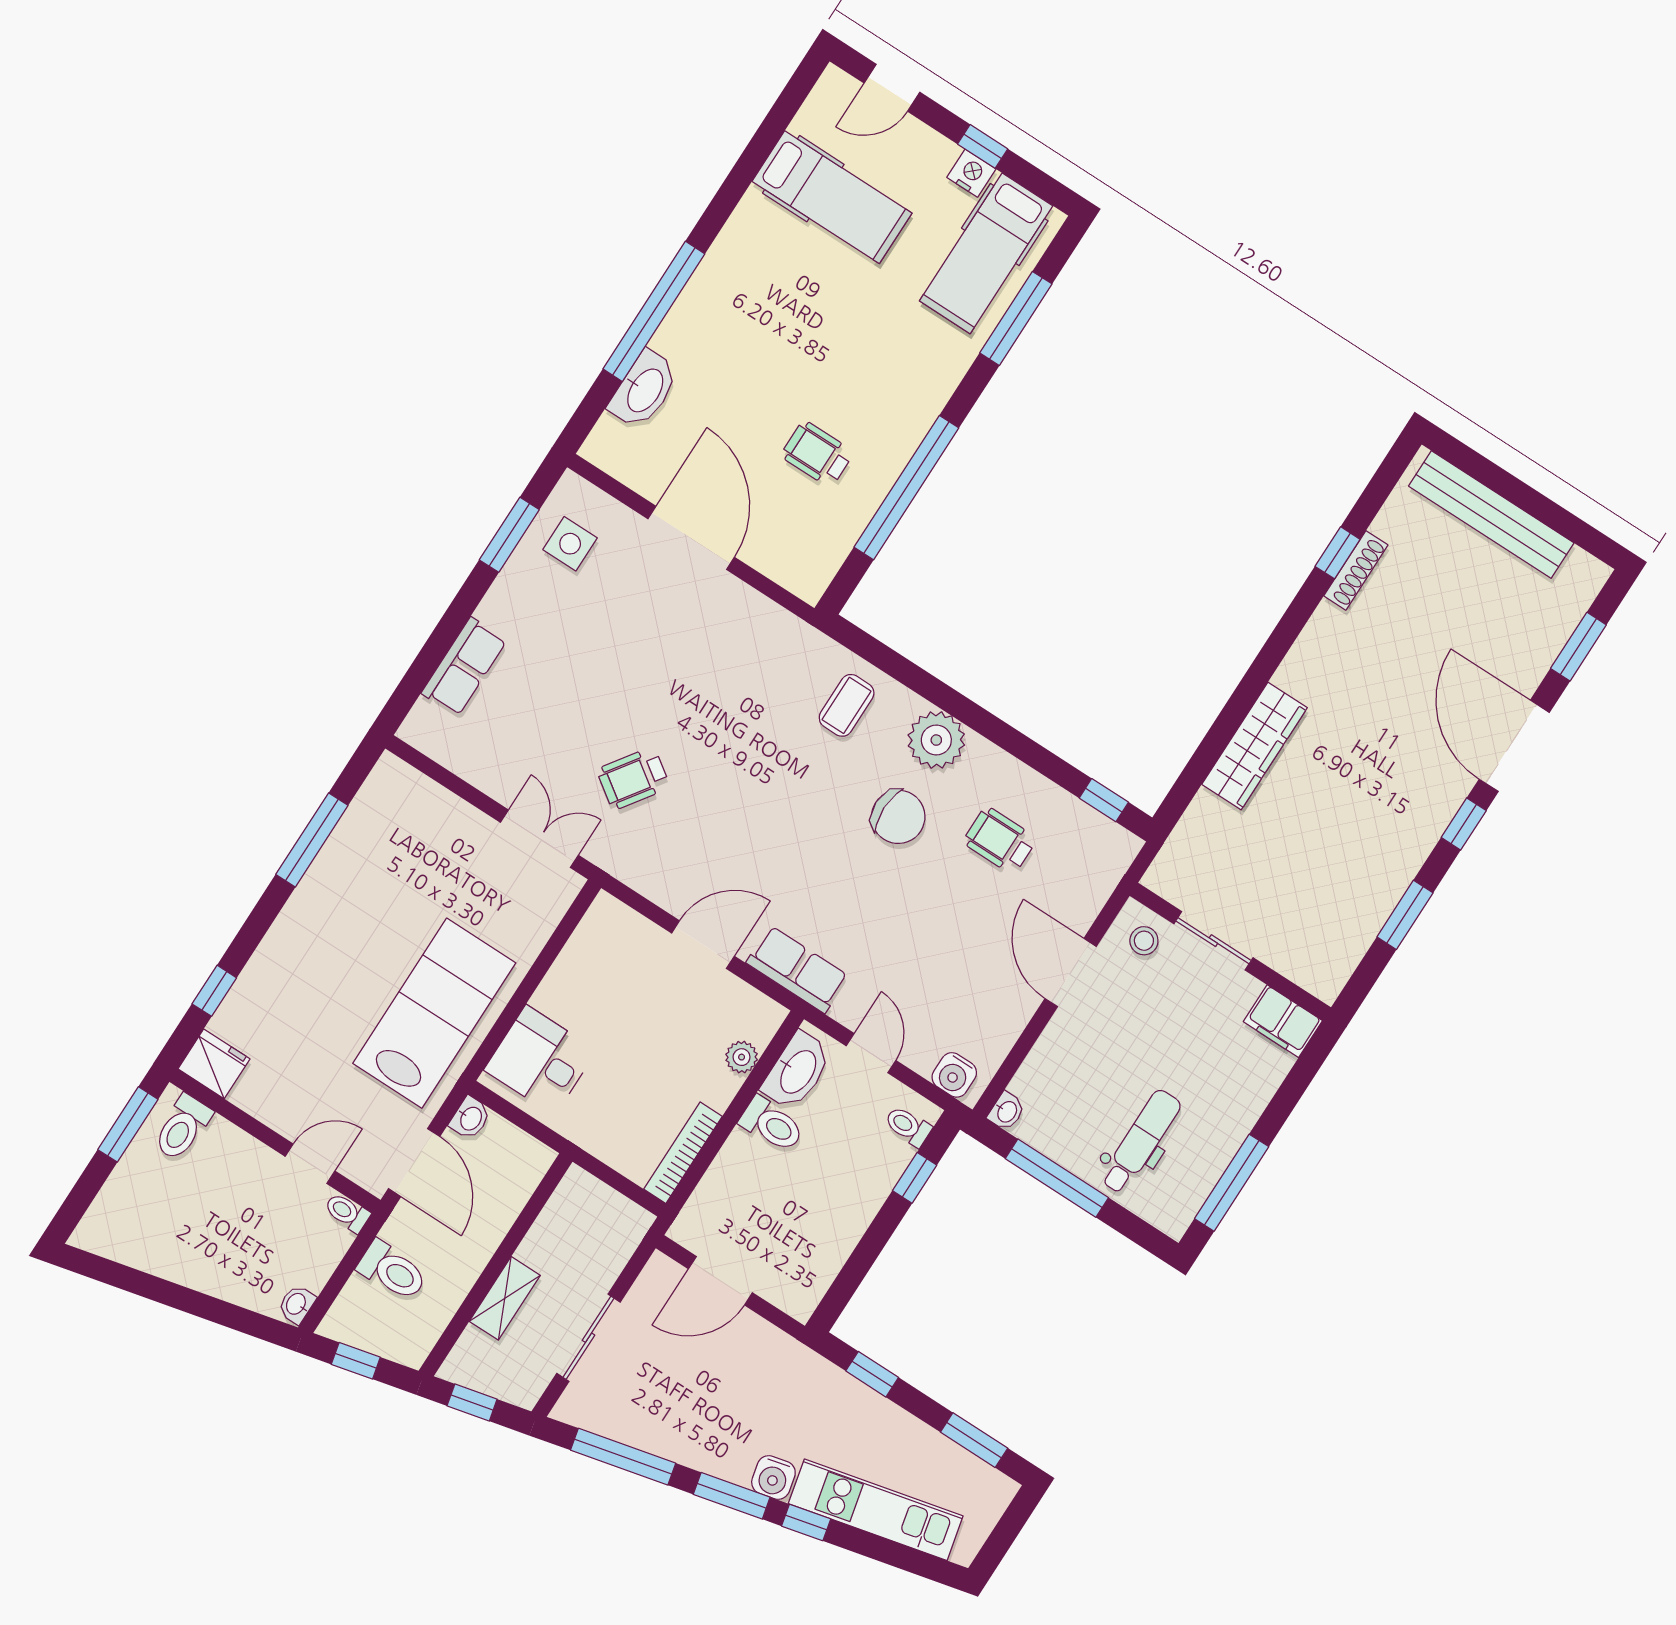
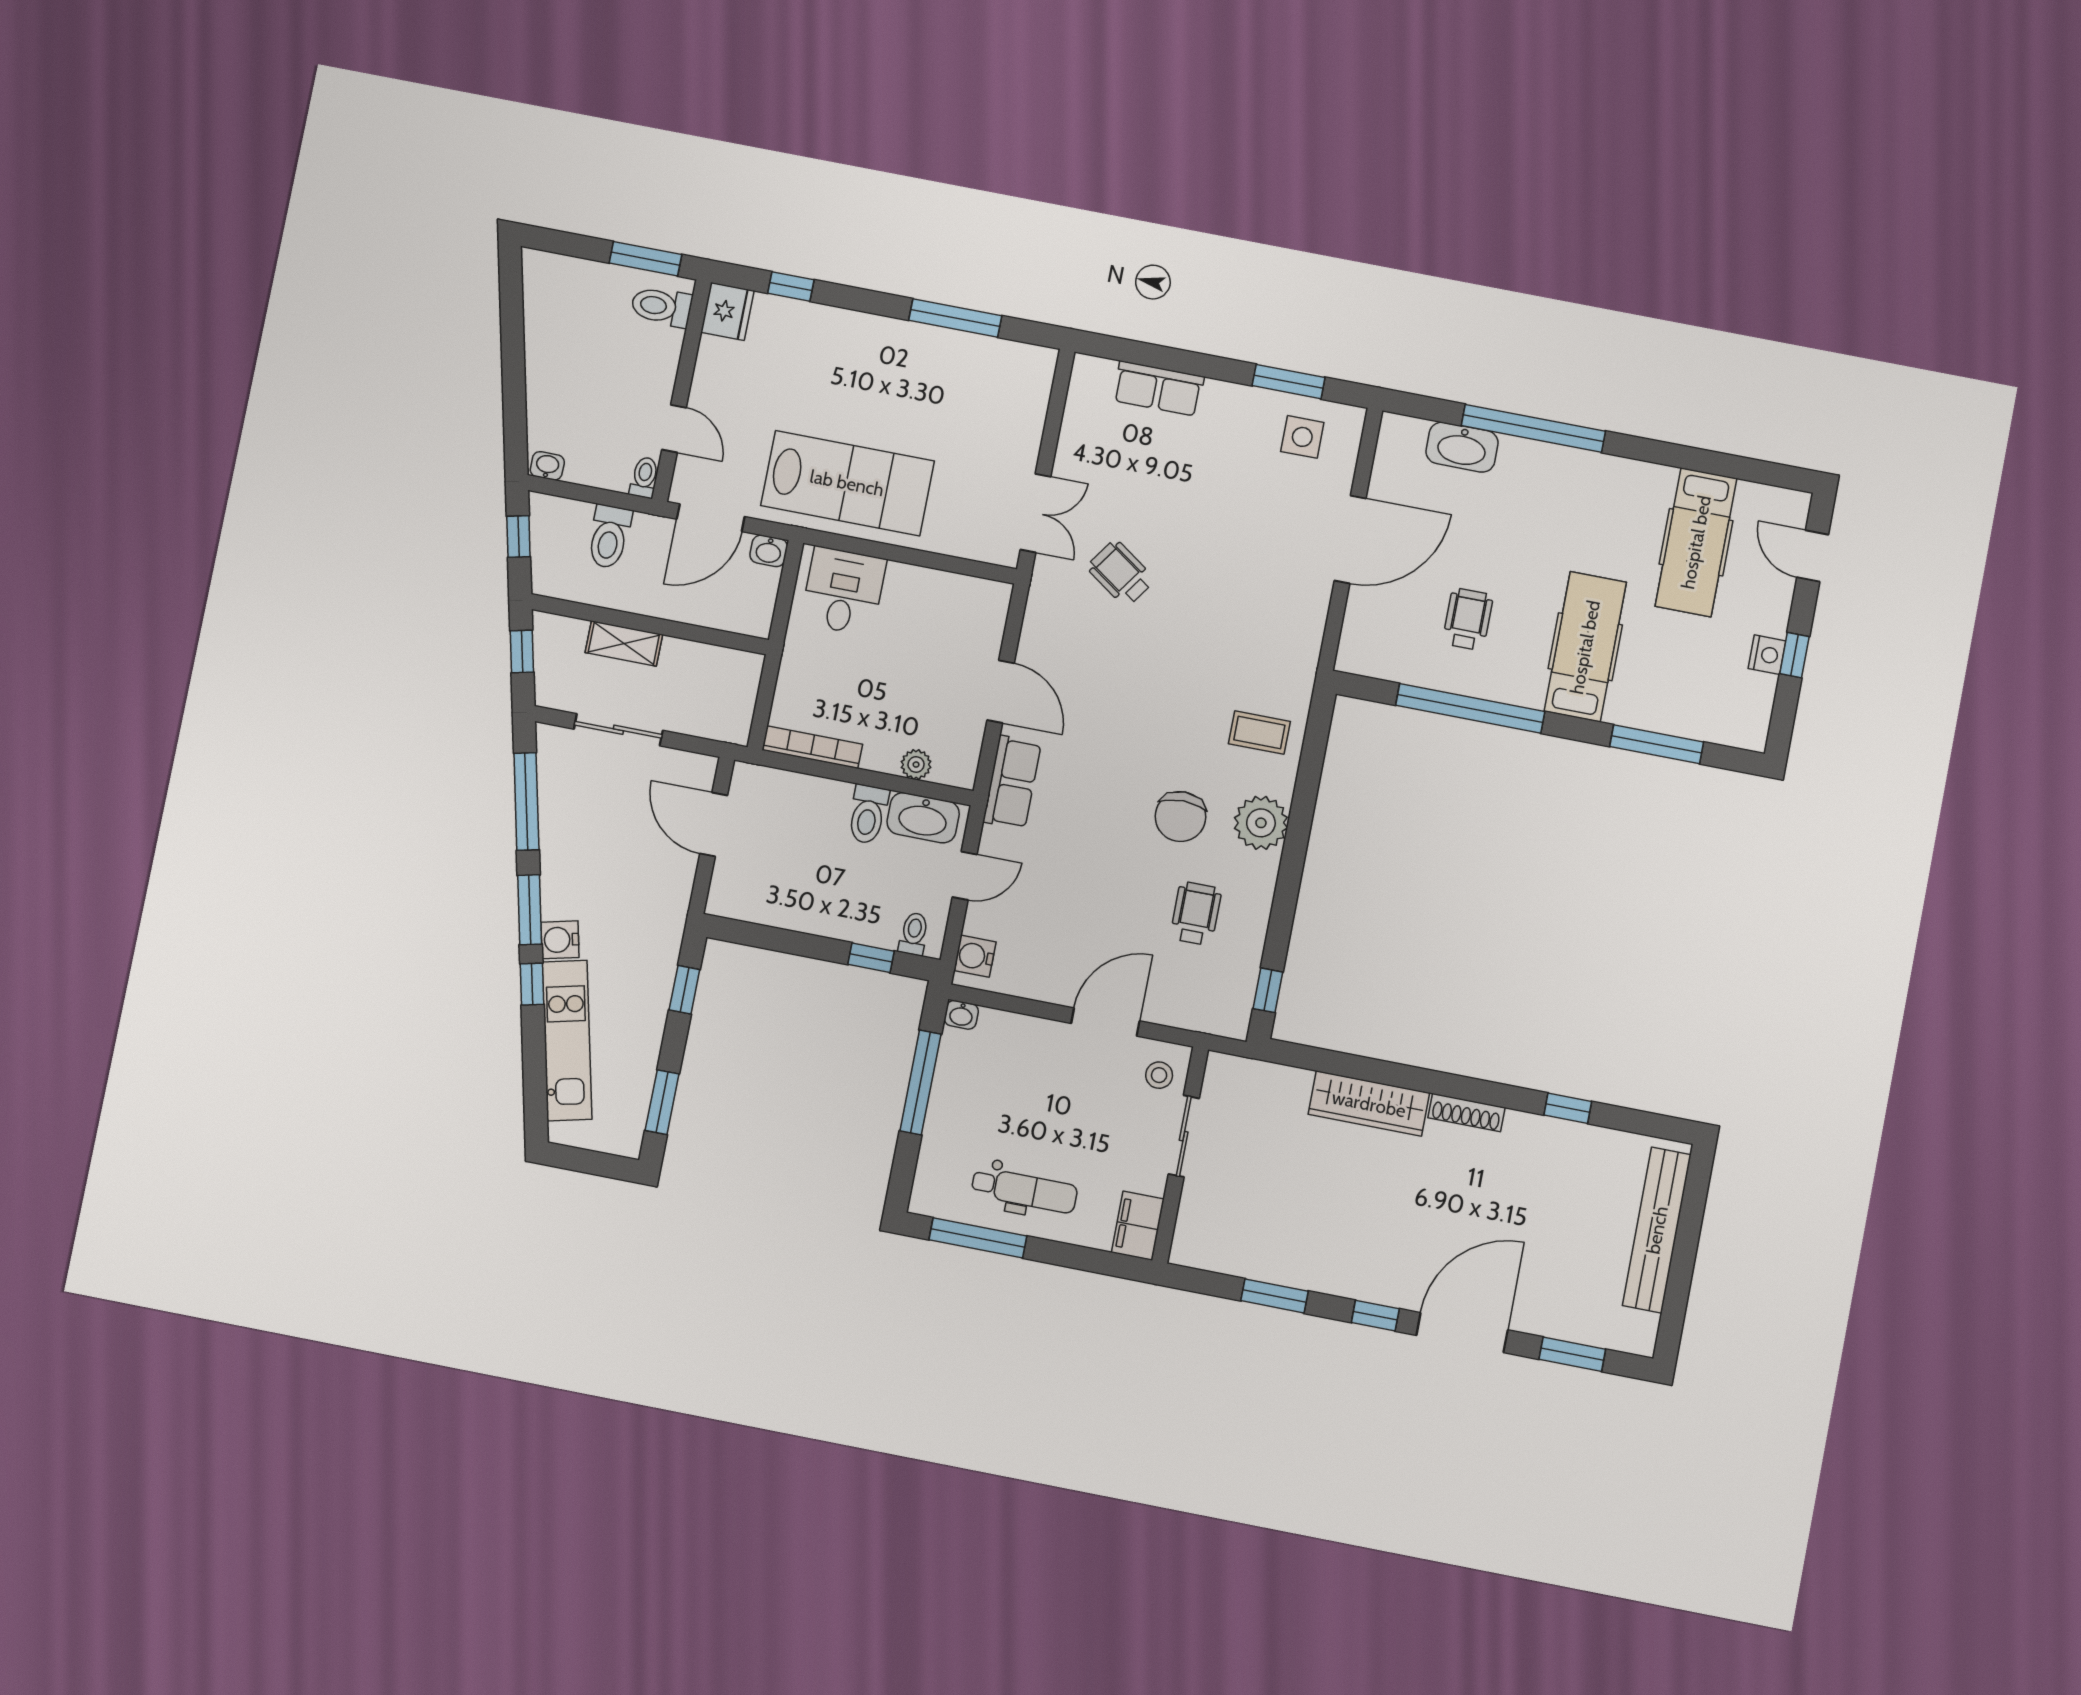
hospital bed: (986, 253) -> (1585, 647), moved, turned 90
shoe rack: (1356, 570) -> (1466, 1113), moved
dental chair: (1141, 1142) -> (1024, 1190), moved

